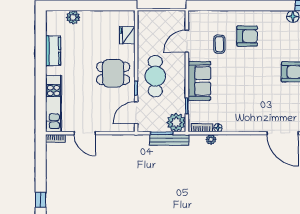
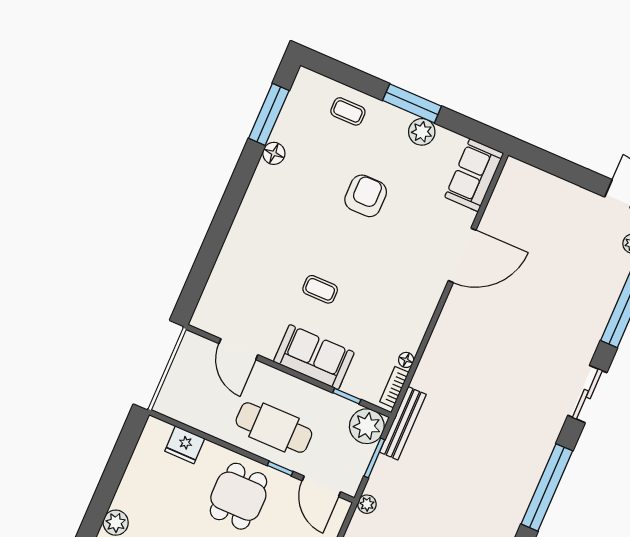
armchair: (247, 36) -> (273, 244), removed
coffee table: (219, 44) -> (320, 289), moved
plant: (211, 139) -> (367, 504), moved
bench: (169, 140) -> (403, 423), moved

